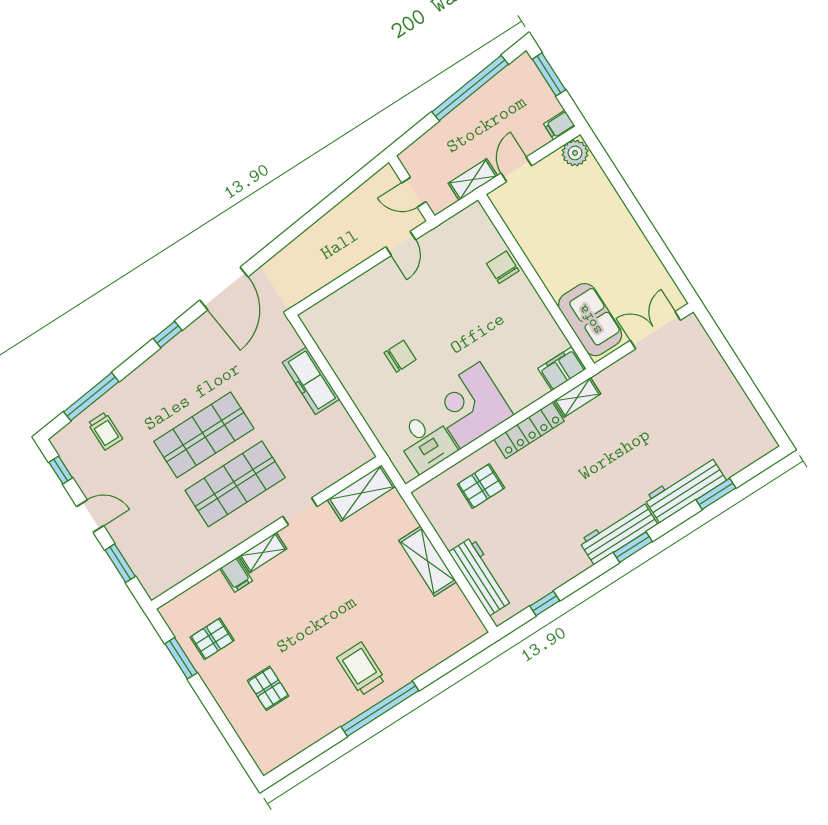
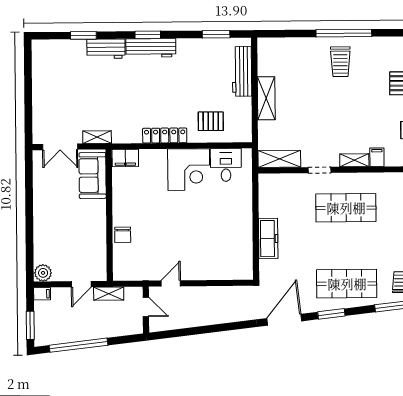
window: (168, 334) -> (331, 314), width x1.50
chair: (400, 356) -> (210, 221), removed
shelving: (577, 397) -> (97, 137), moved
shop shelf: (204, 435) -> (347, 284), moved
workbench: (685, 489) -> (106, 49), width x0.73
window: (545, 603) -> (216, 34), width x1.50

